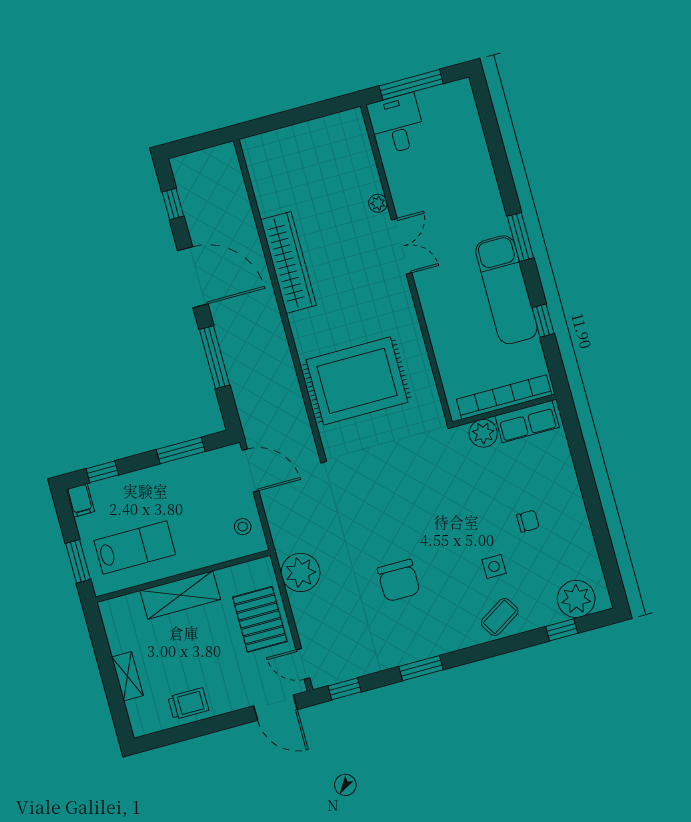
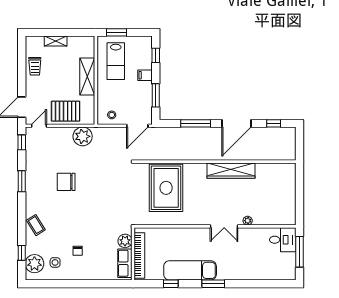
filing cabinet: (80, 500) -> (145, 75), moved
side table: (494, 566) -> (55, 262), moved

